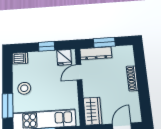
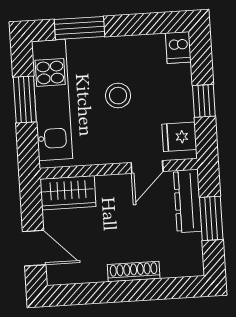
door: (79, 72) -> (147, 167), swing flipped
stool: (24, 88) -> (118, 96), moved

